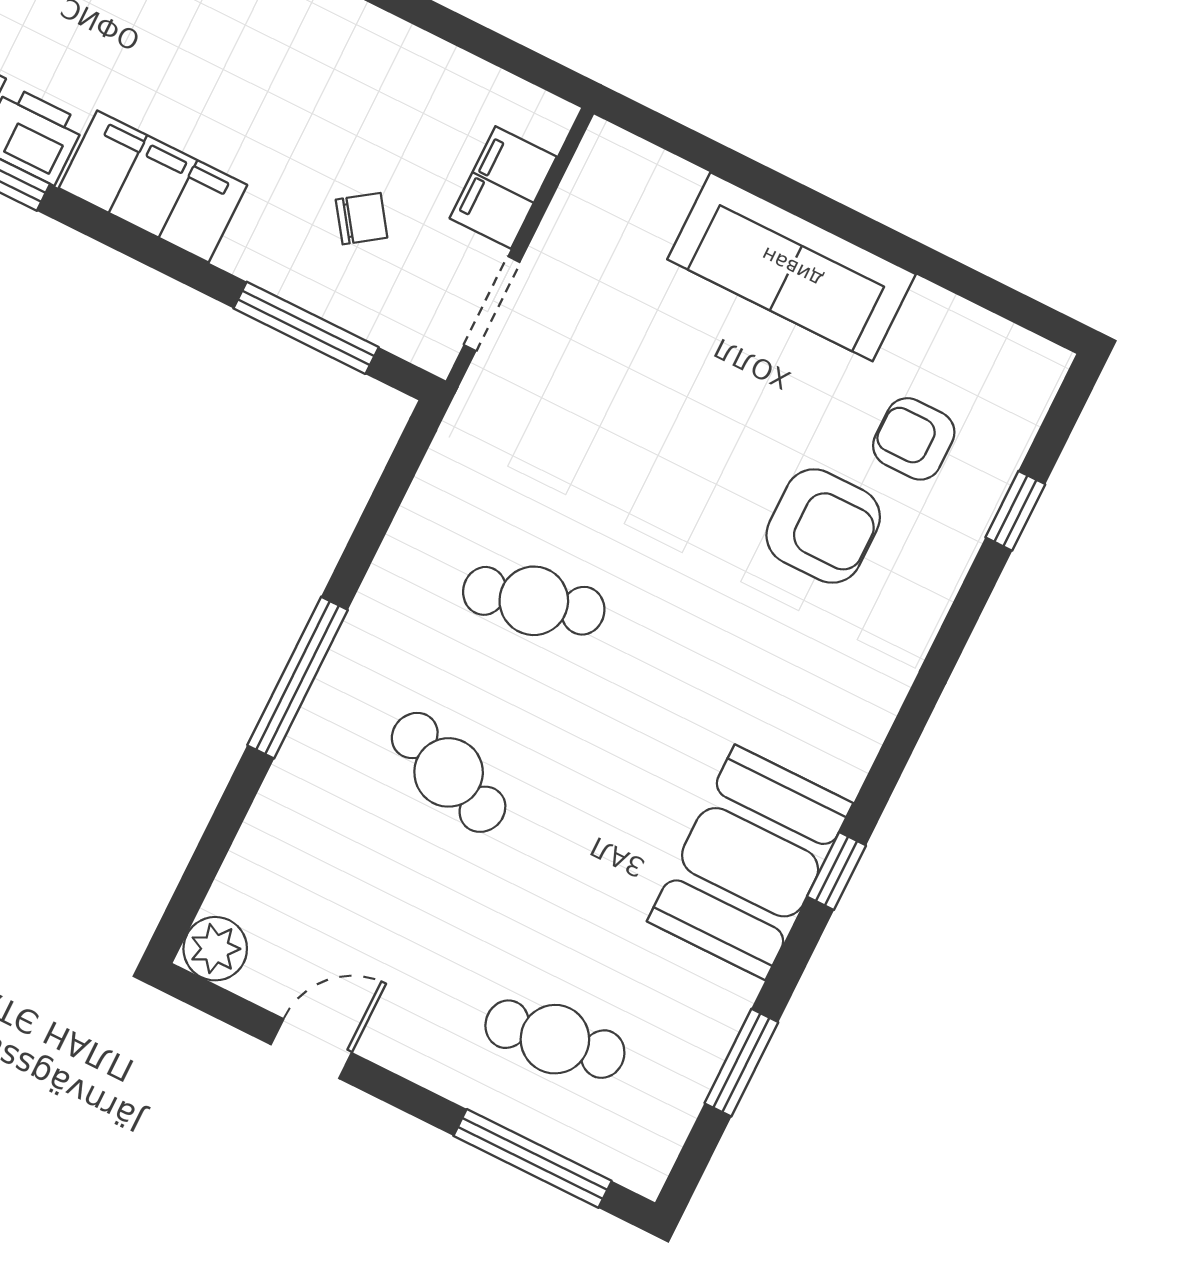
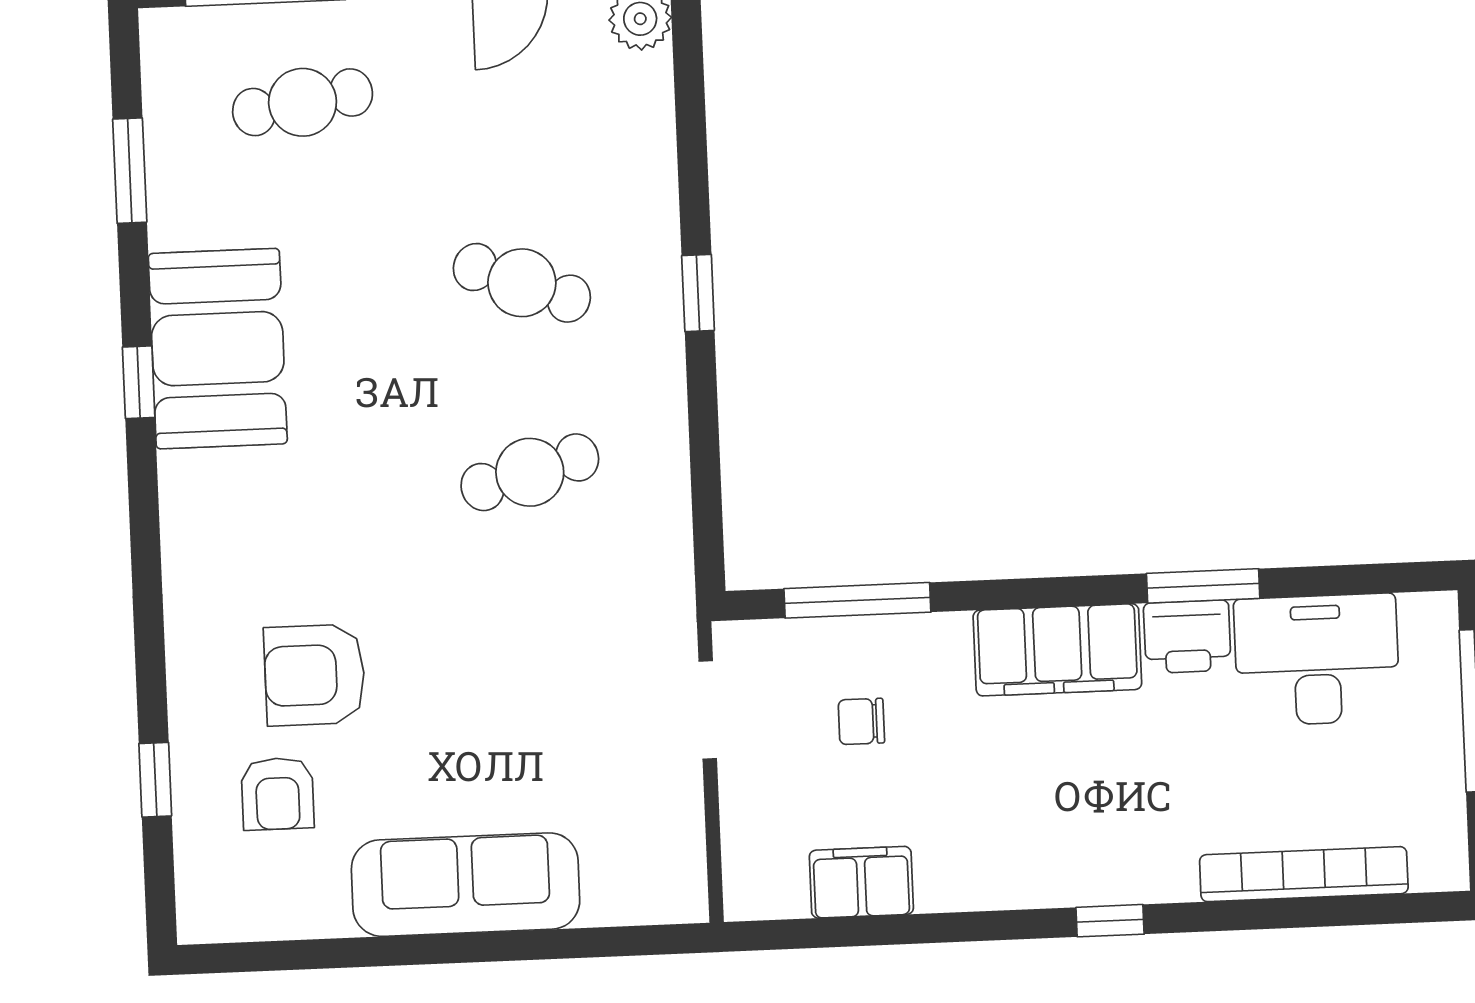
filing cabinet: (503, 187) -> (861, 882), moved, turned -90
chair: (362, 219) -> (861, 721), turned 35
armchair: (914, 439) -> (278, 794), turned 90
window: (298, 678) -> (698, 293), width x0.46

